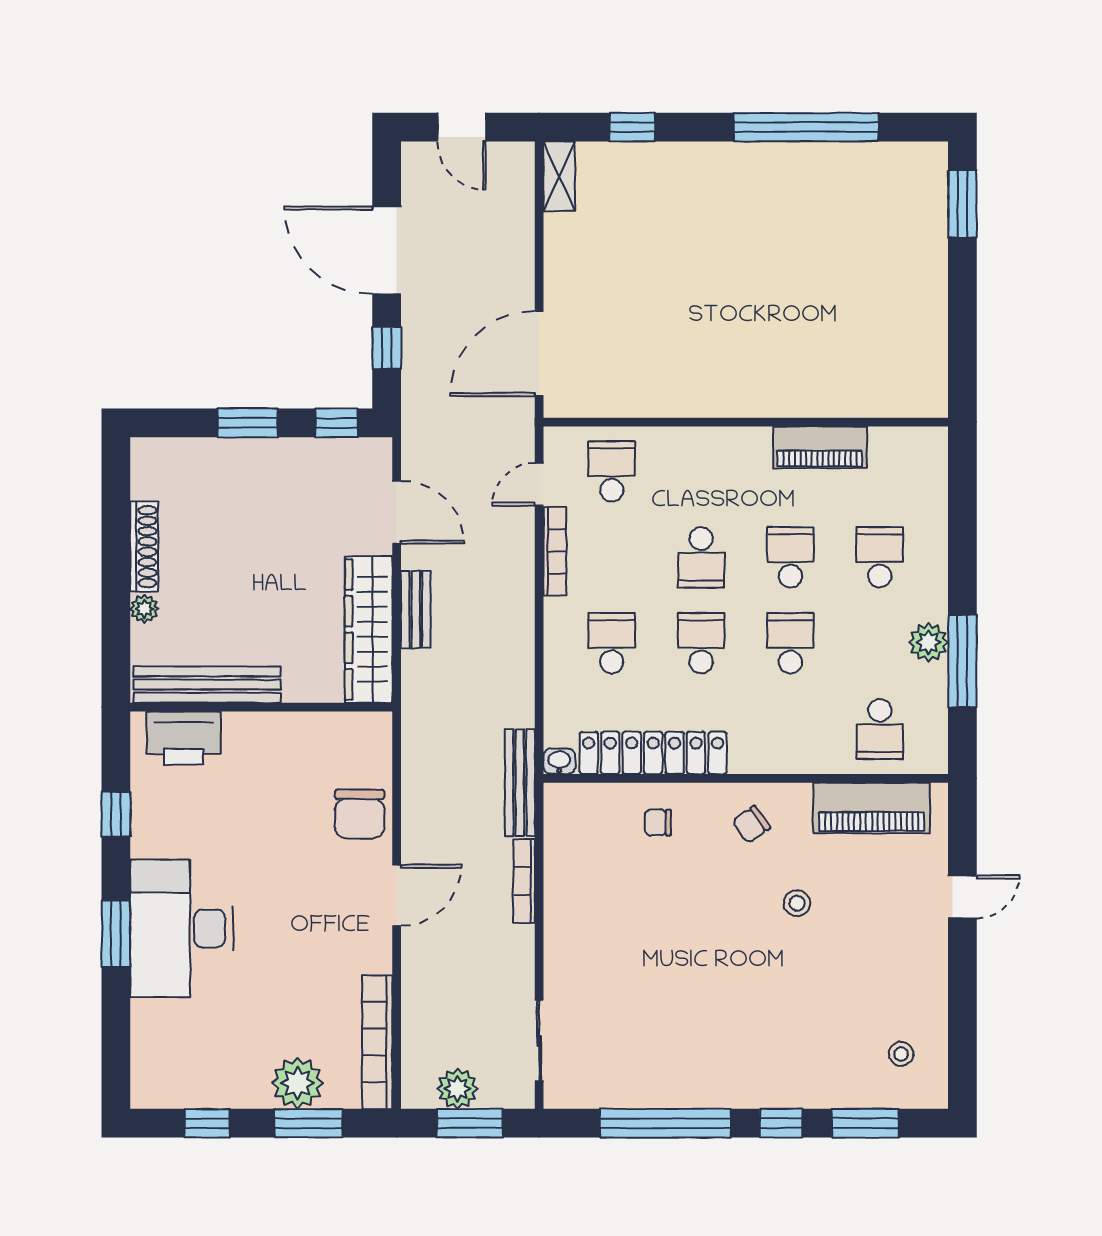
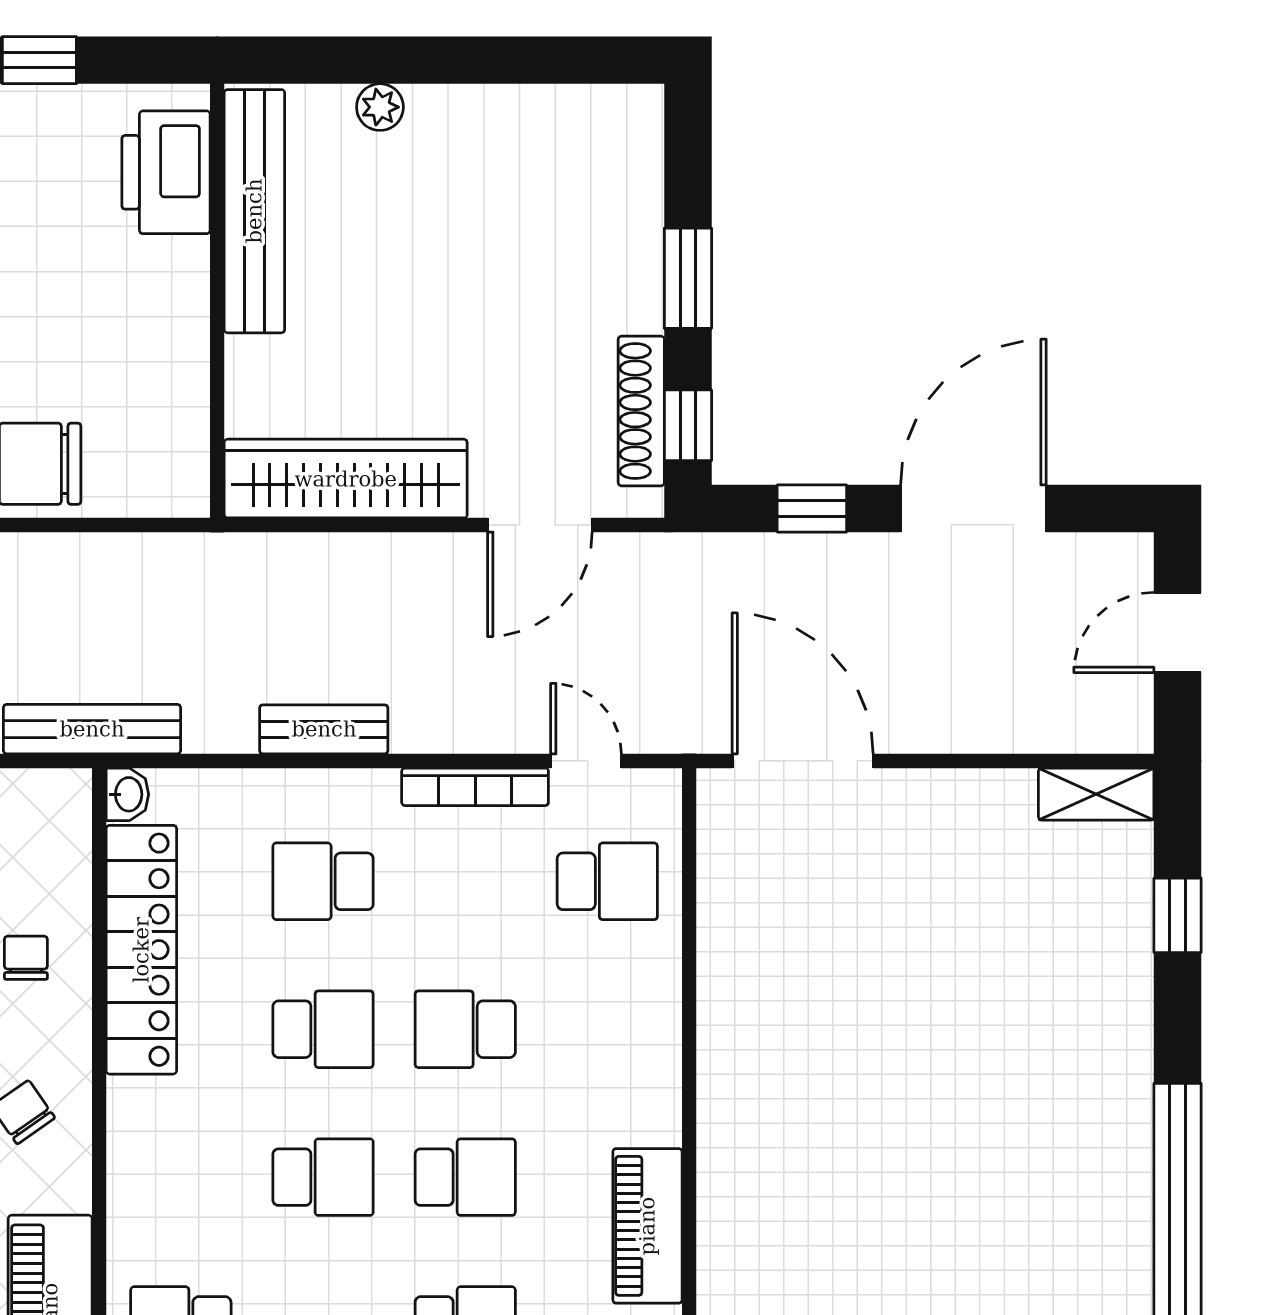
shoe rack: (144, 547) -> (641, 411), moved, turned 90
bench: (416, 609) -> (324, 729), moved
school desk: (612, 643) -> (323, 881), turned 180

